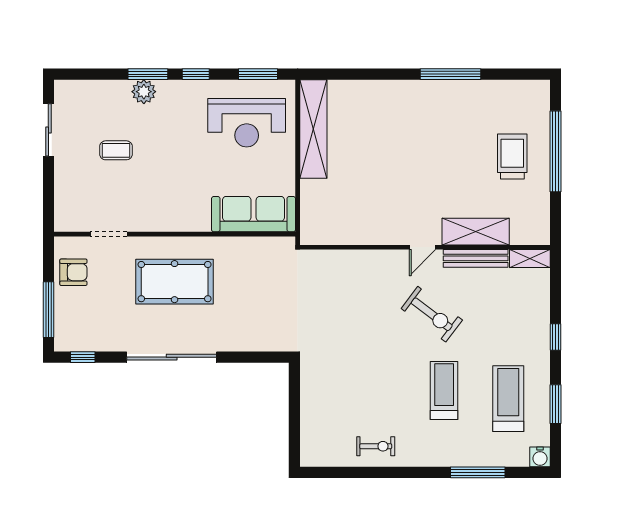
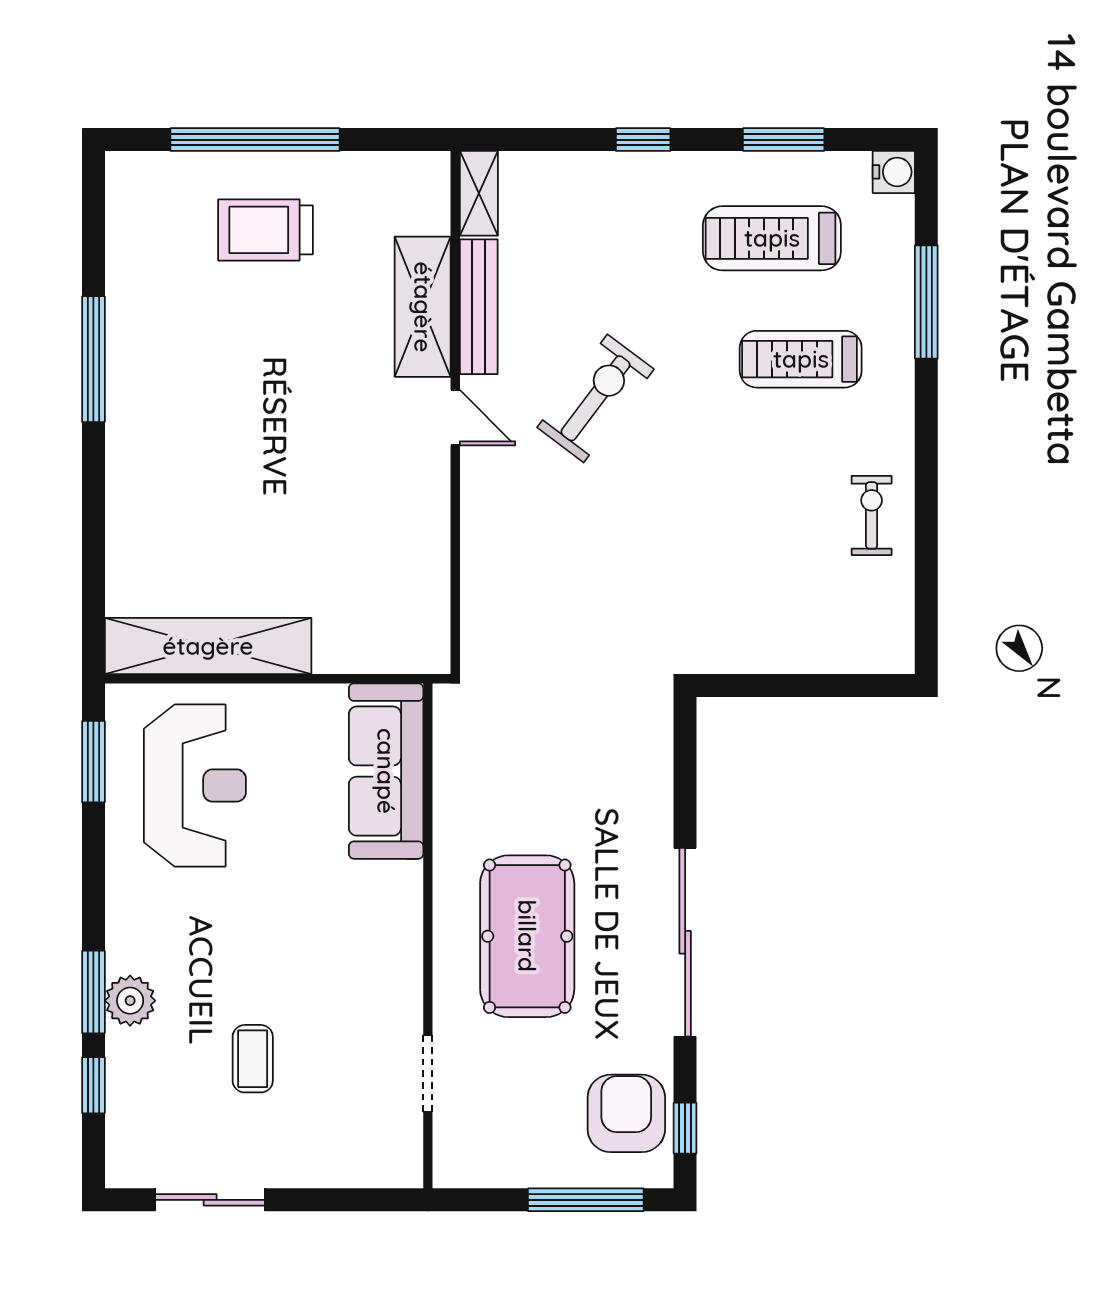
window: (196, 74) -> (93, 1085), moved
armchair: (73, 272) -> (626, 1113), moved, width x1.38, depth x1.38
treadmill: (444, 390) -> (801, 359), moved

